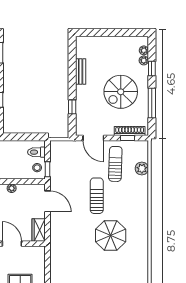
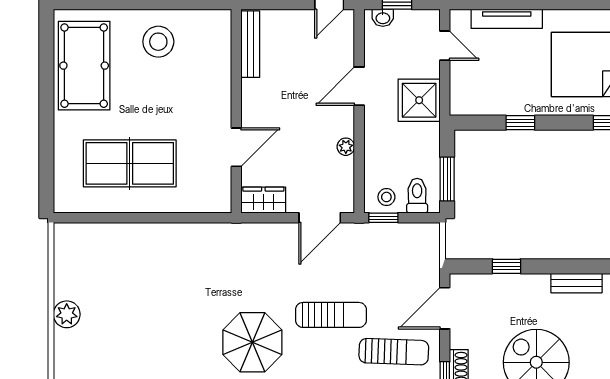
window: (28, 137) -> (447, 179), added

